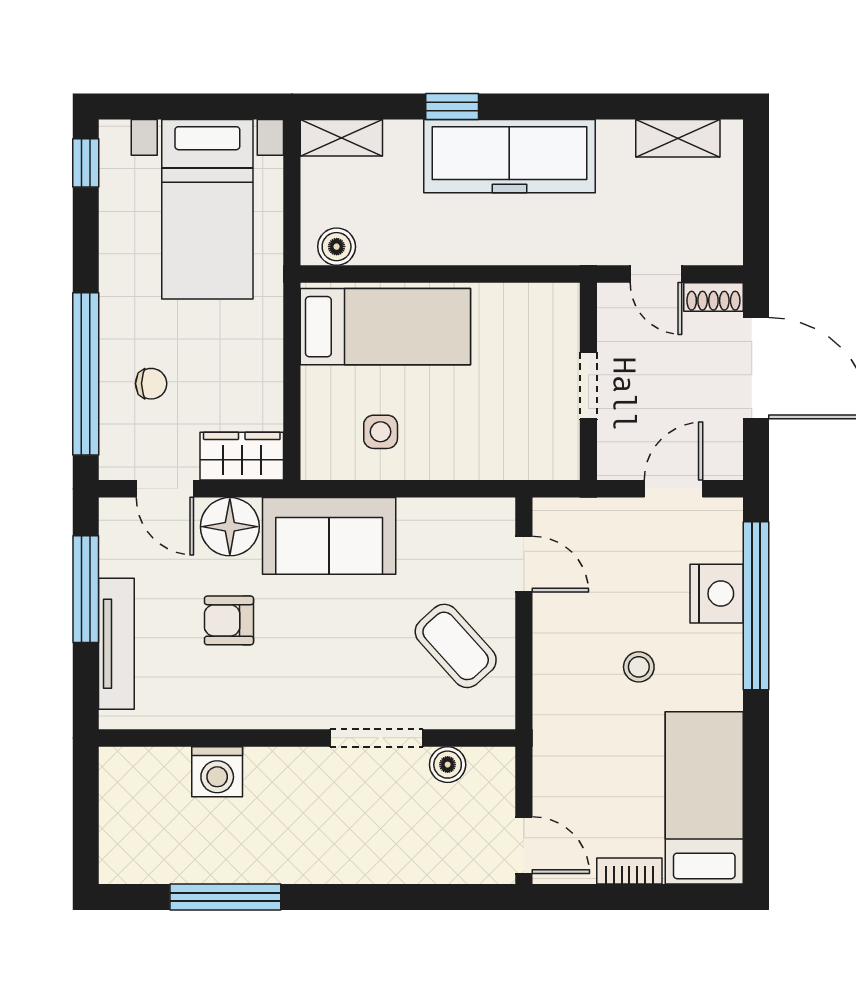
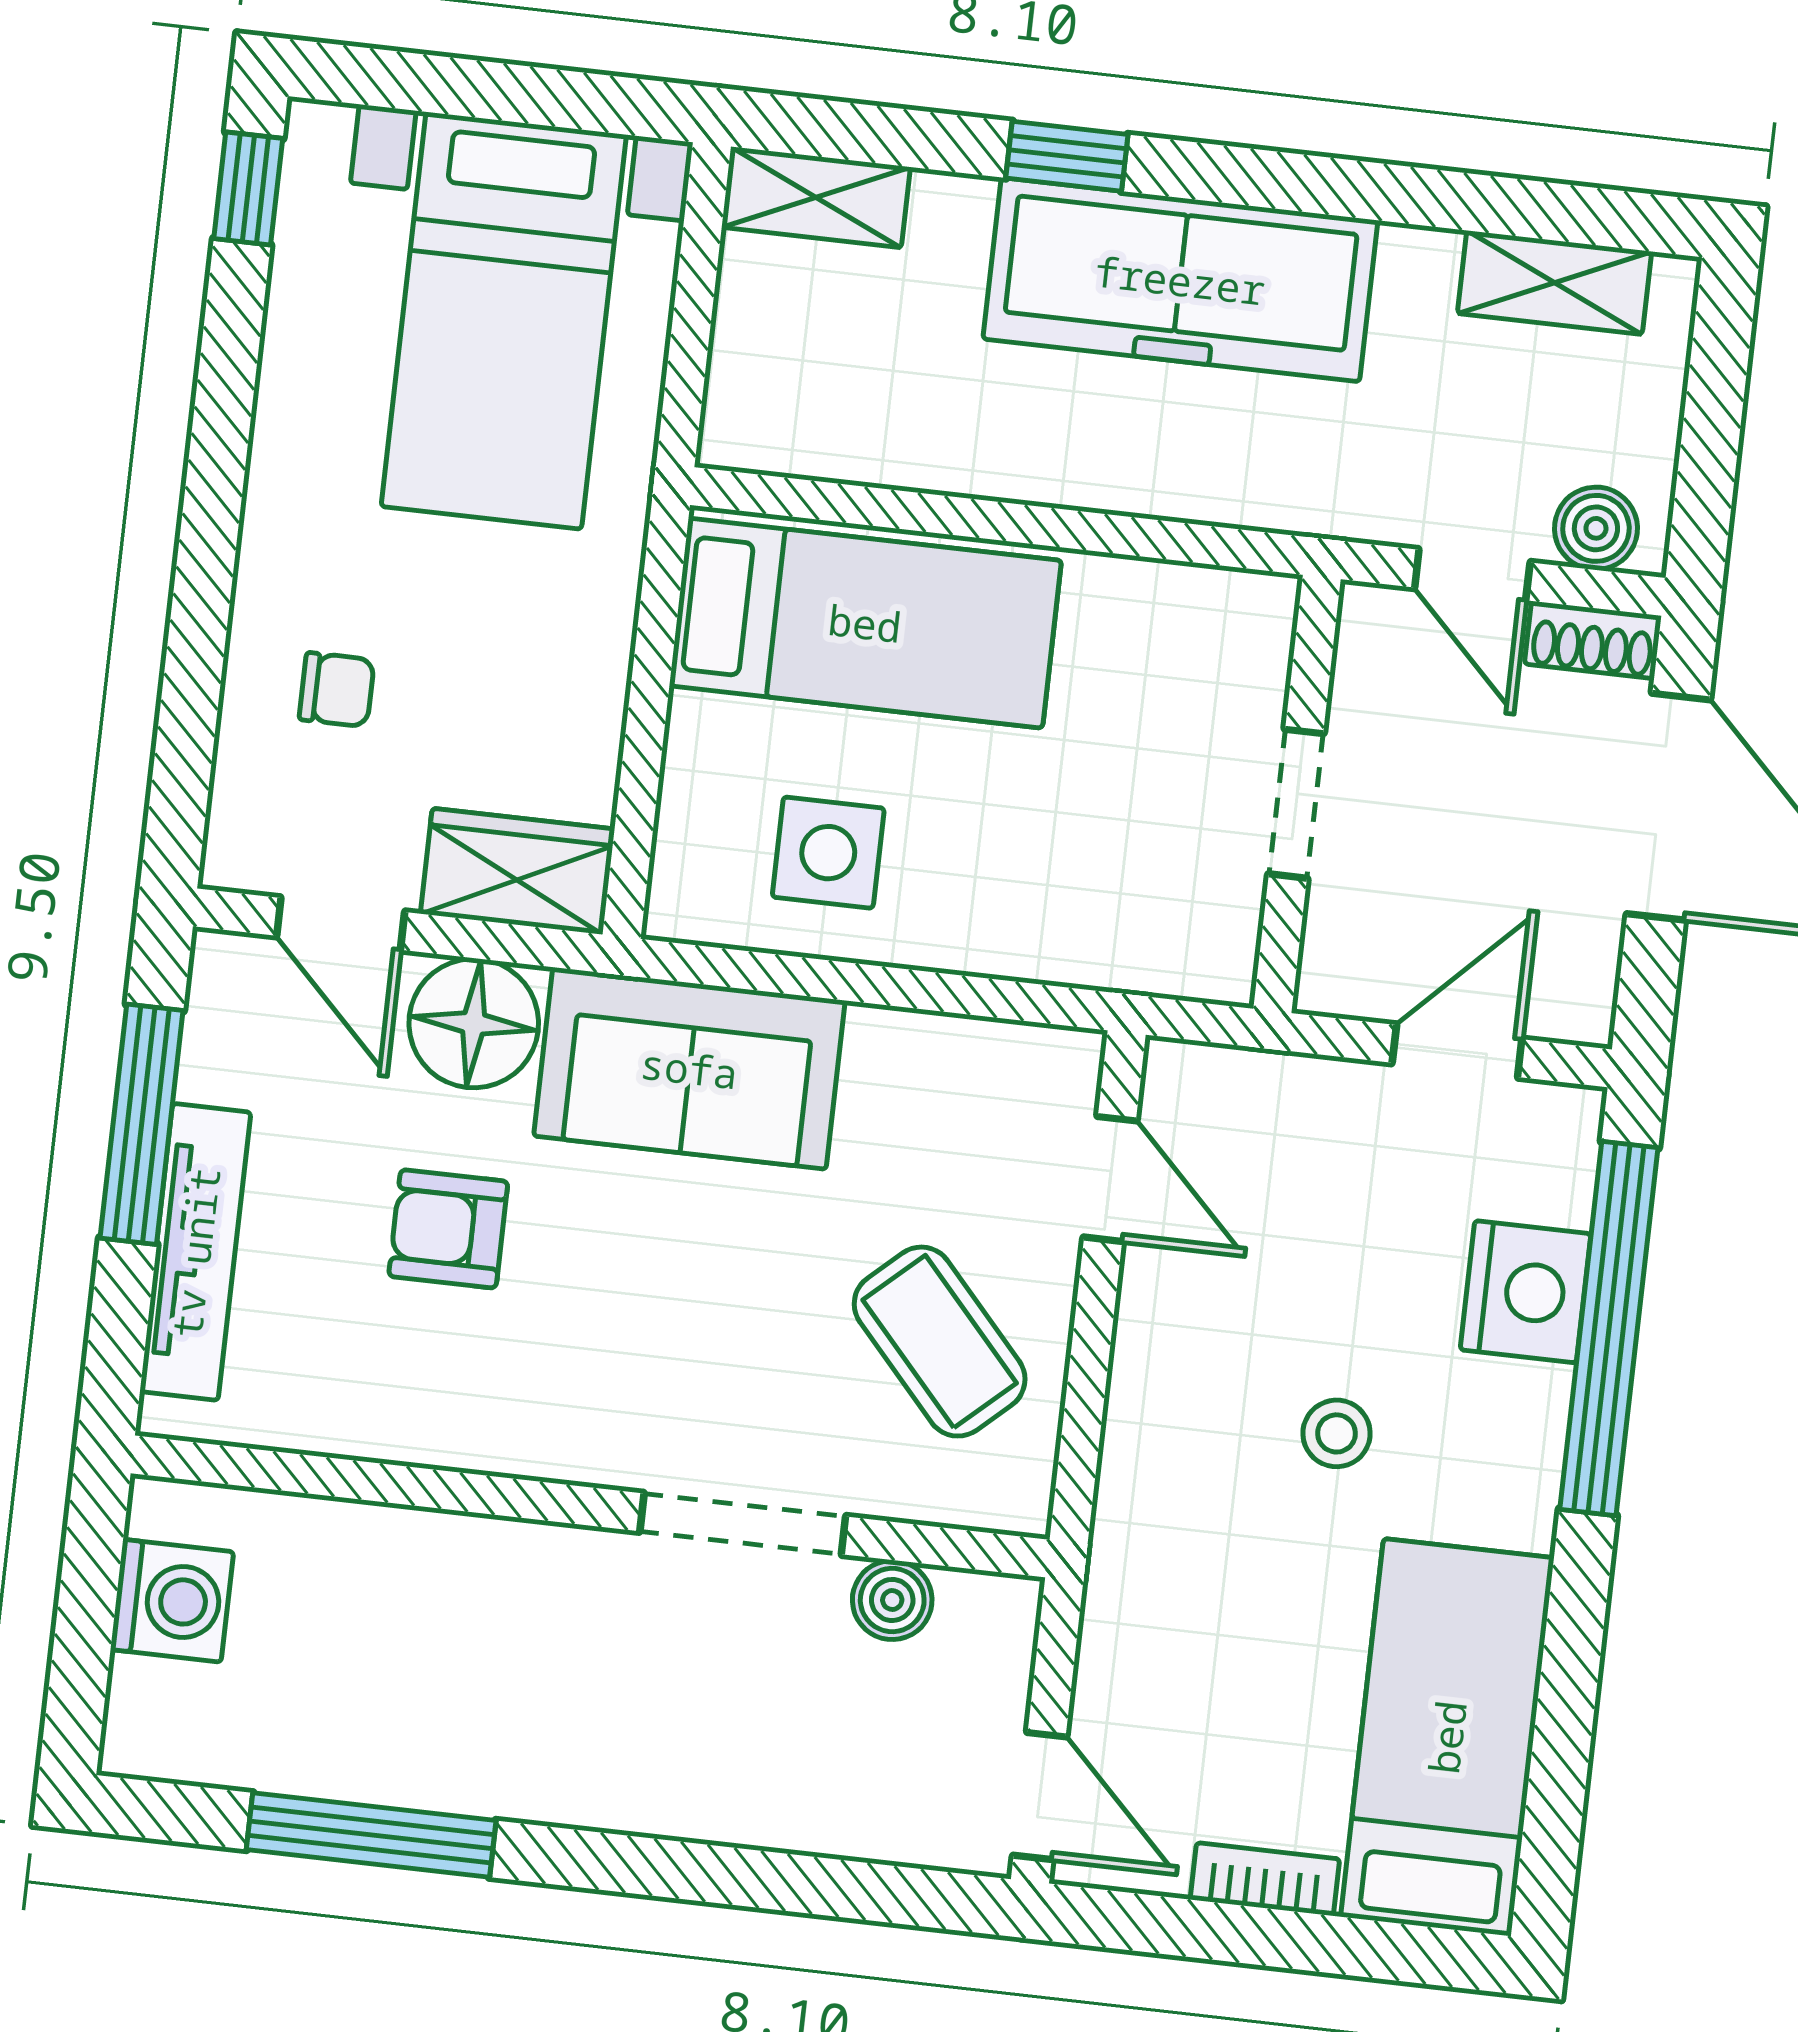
boiler: (337, 247) -> (1596, 528), moved
window: (86, 374) -> (195, 652), removed
side table: (381, 432) -> (828, 853), width x1.37, depth x1.37
washing machine: (217, 772) -> (172, 1601), moved, turned -90

